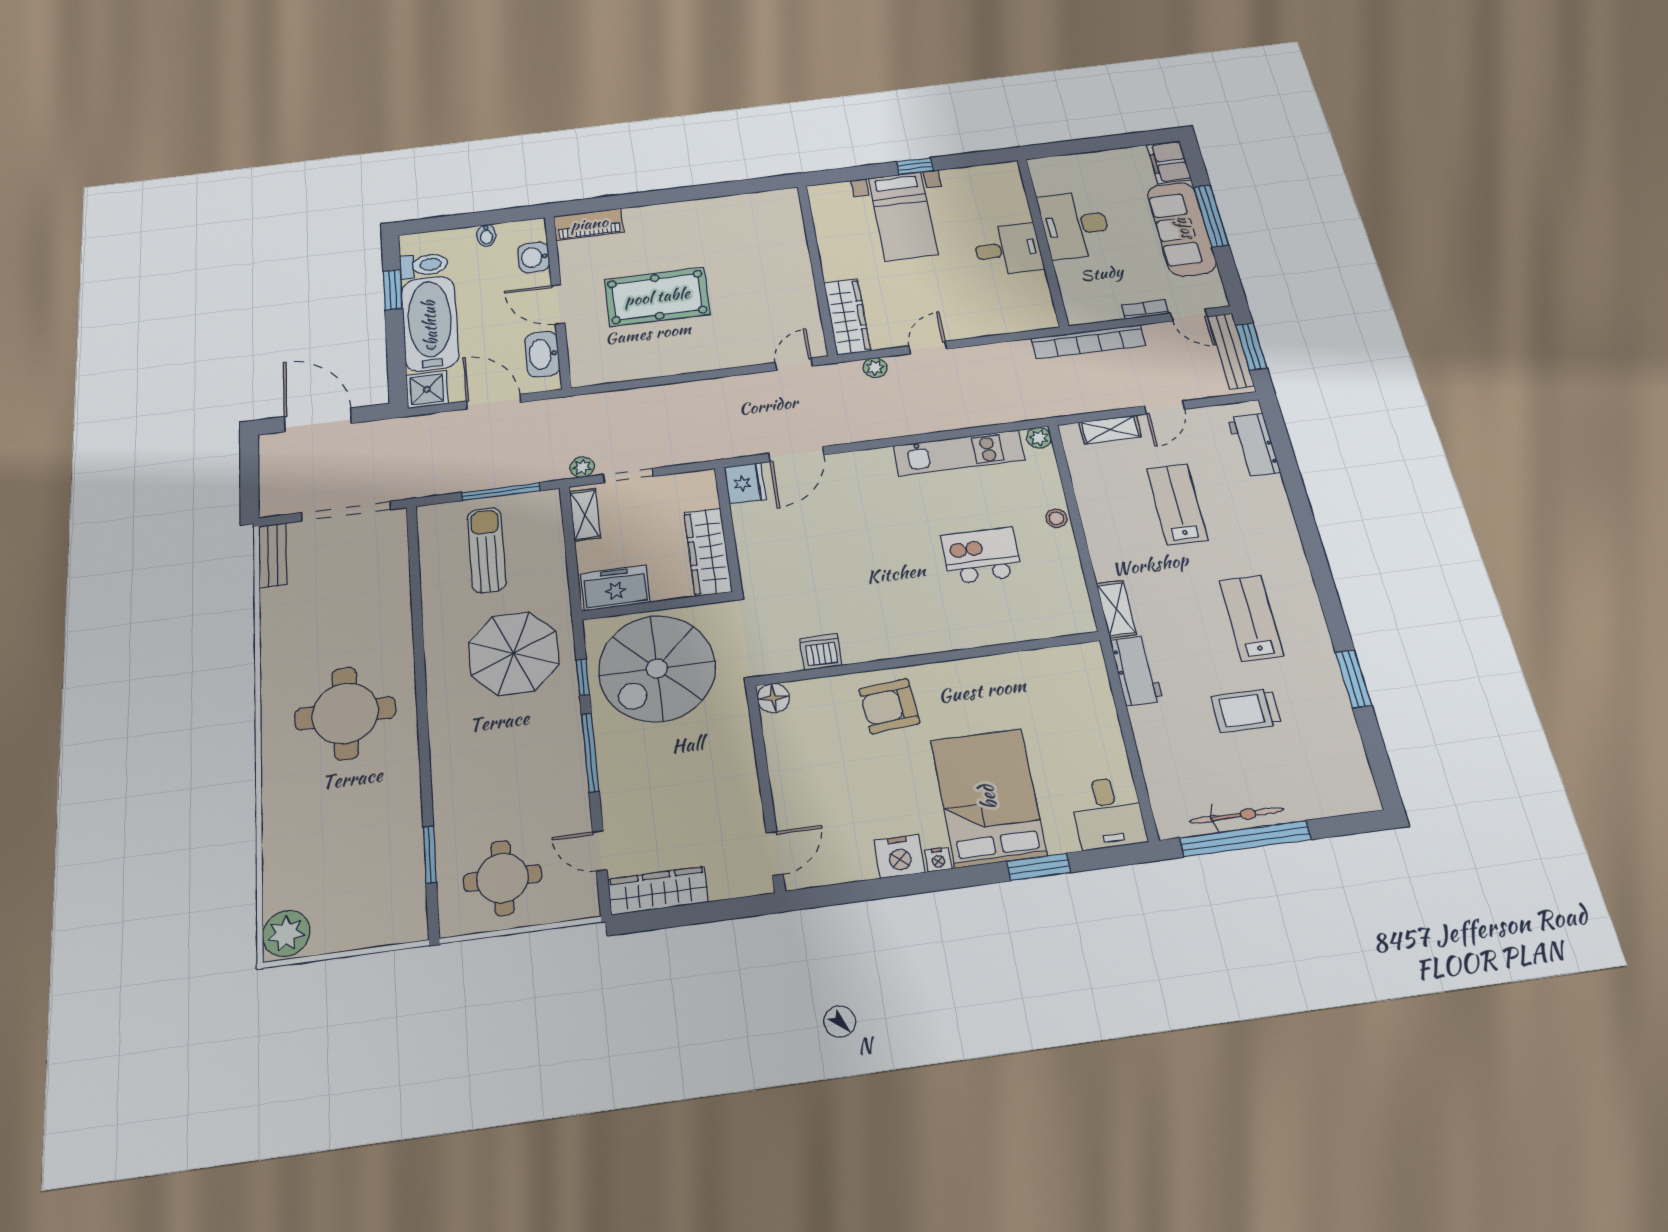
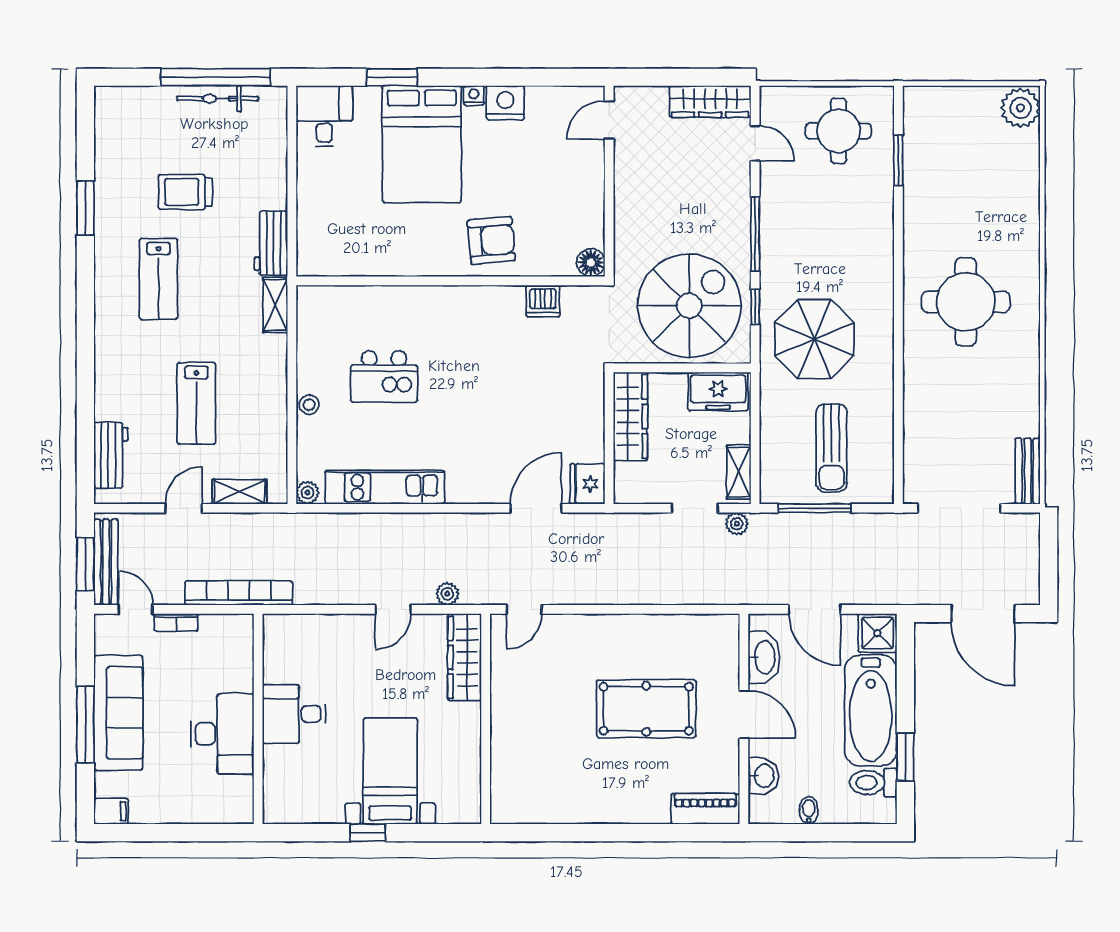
filing cabinet: (1169, 162) -> (111, 811), width x0.50
trolley: (1246, 710) -> (185, 192), turned 180

